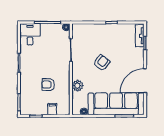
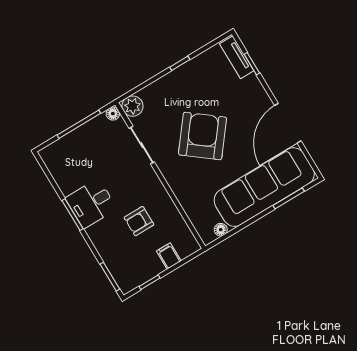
desk: (30, 34) -> (91, 203), moved, turned -90
armchair: (102, 63) -> (203, 136), width x1.88, depth x1.88
plant: (77, 86) -> (133, 106), moved

